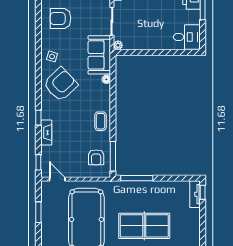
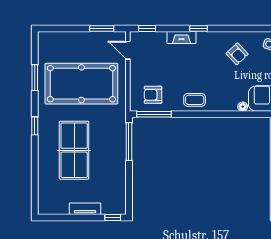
armchair: (61, 84) -> (237, 54), width x0.53, depth x0.53
door: (57, 179) -> (128, 50), swing flipped
tv unit: (195, 194) -> (85, 209), moved
window: (38, 212) -> (102, 28), moved

